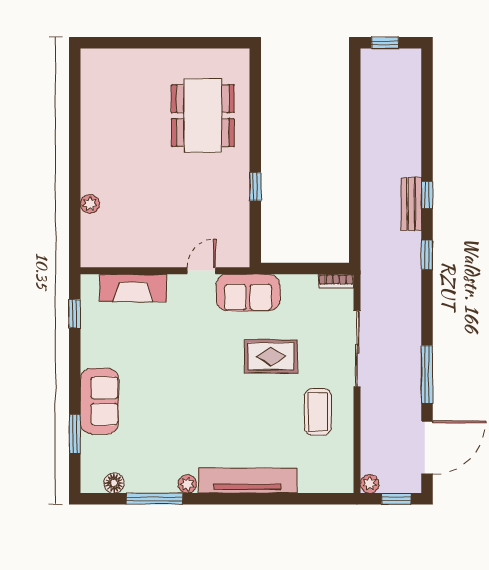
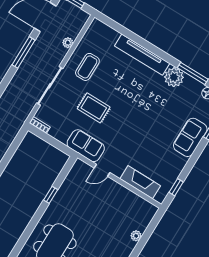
plant: (187, 484) -> (174, 77), width x1.87, depth x1.87
plant: (370, 484) -> (68, 43), moved

